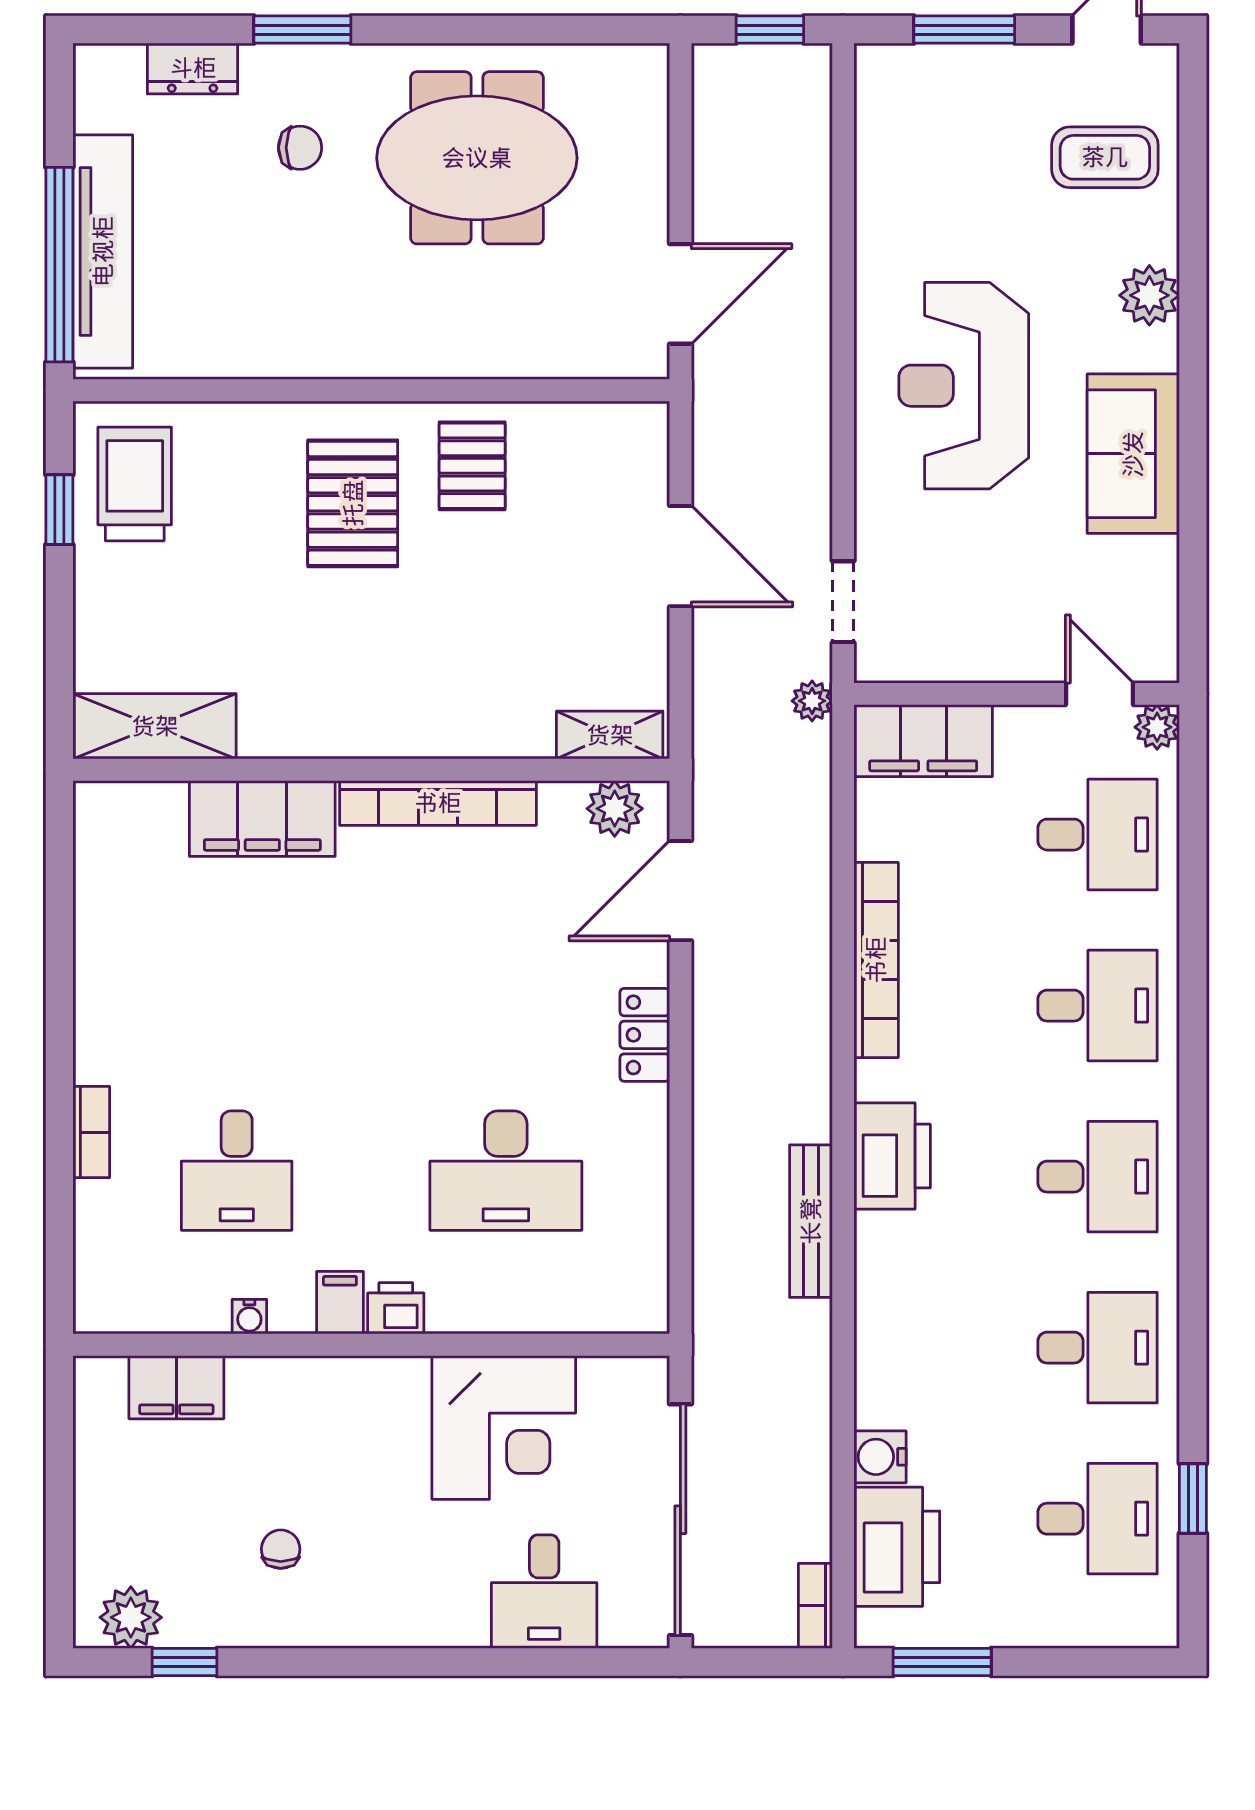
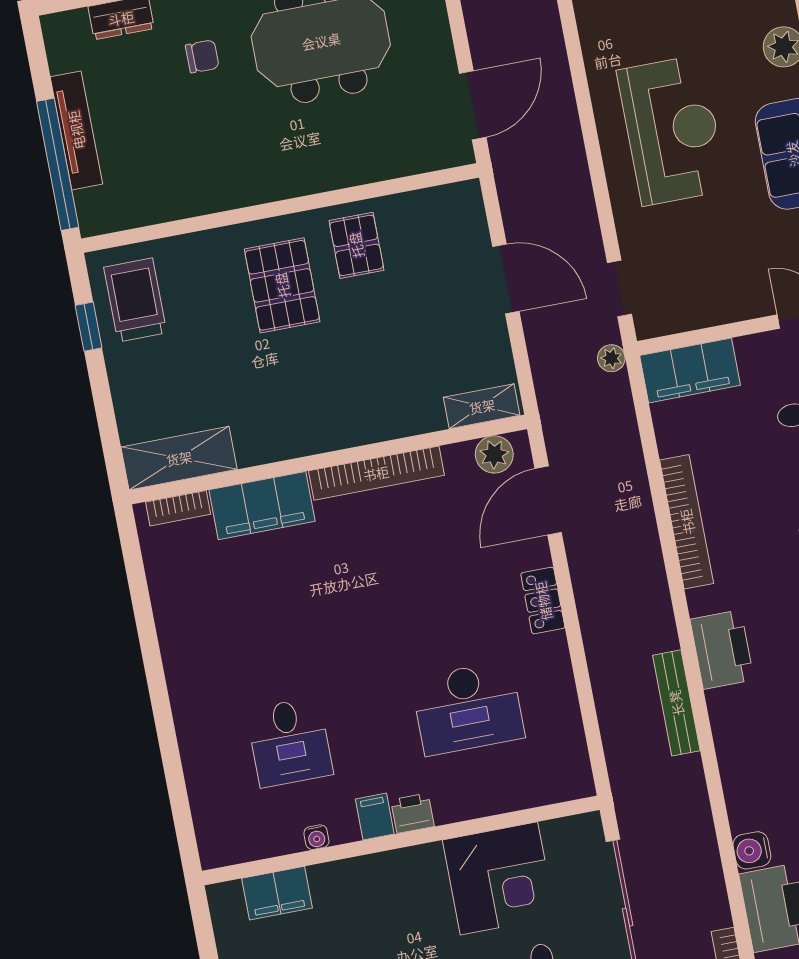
tv unit: (103, 251) -> (76, 130), width x0.73, depth x0.78
reception desk: (964, 386) -> (672, 130), turned 180
bookcase: (91, 1132) -> (178, 508), moved, turned 90

